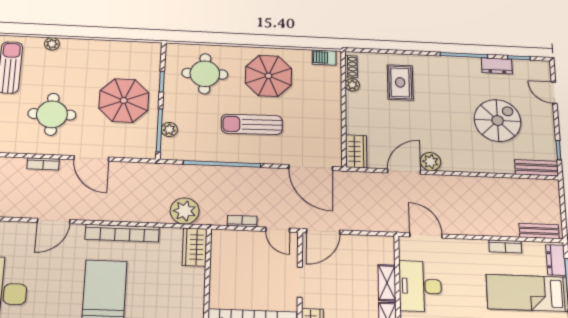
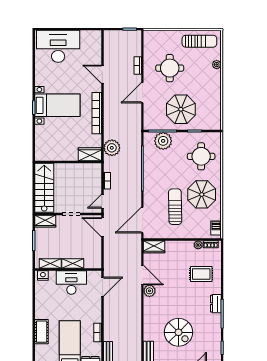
dresser: (497, 66) -> (216, 304), moved
sun lounger: (252, 124) -> (175, 207), moved
plant: (169, 129) -> (163, 141), width x1.87, depth x1.87

